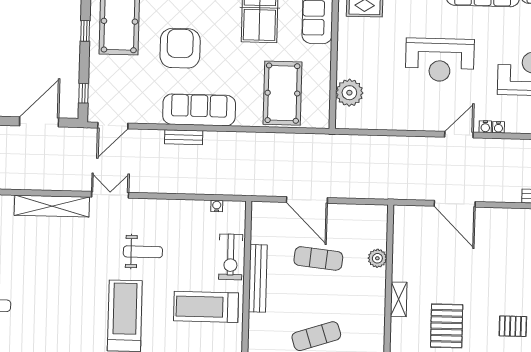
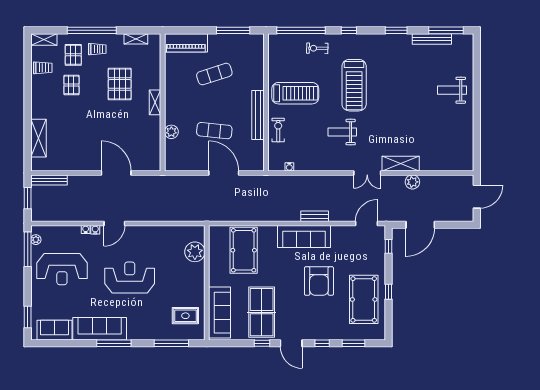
plant: (48, 181) -> (412, 182), added
shelving: (52, 206) -> (401, 164), width x0.68
exercise bike: (231, 257) -> (278, 130), width x0.73, depth x0.72
pallet: (513, 326) -> (71, 85), turned 90

